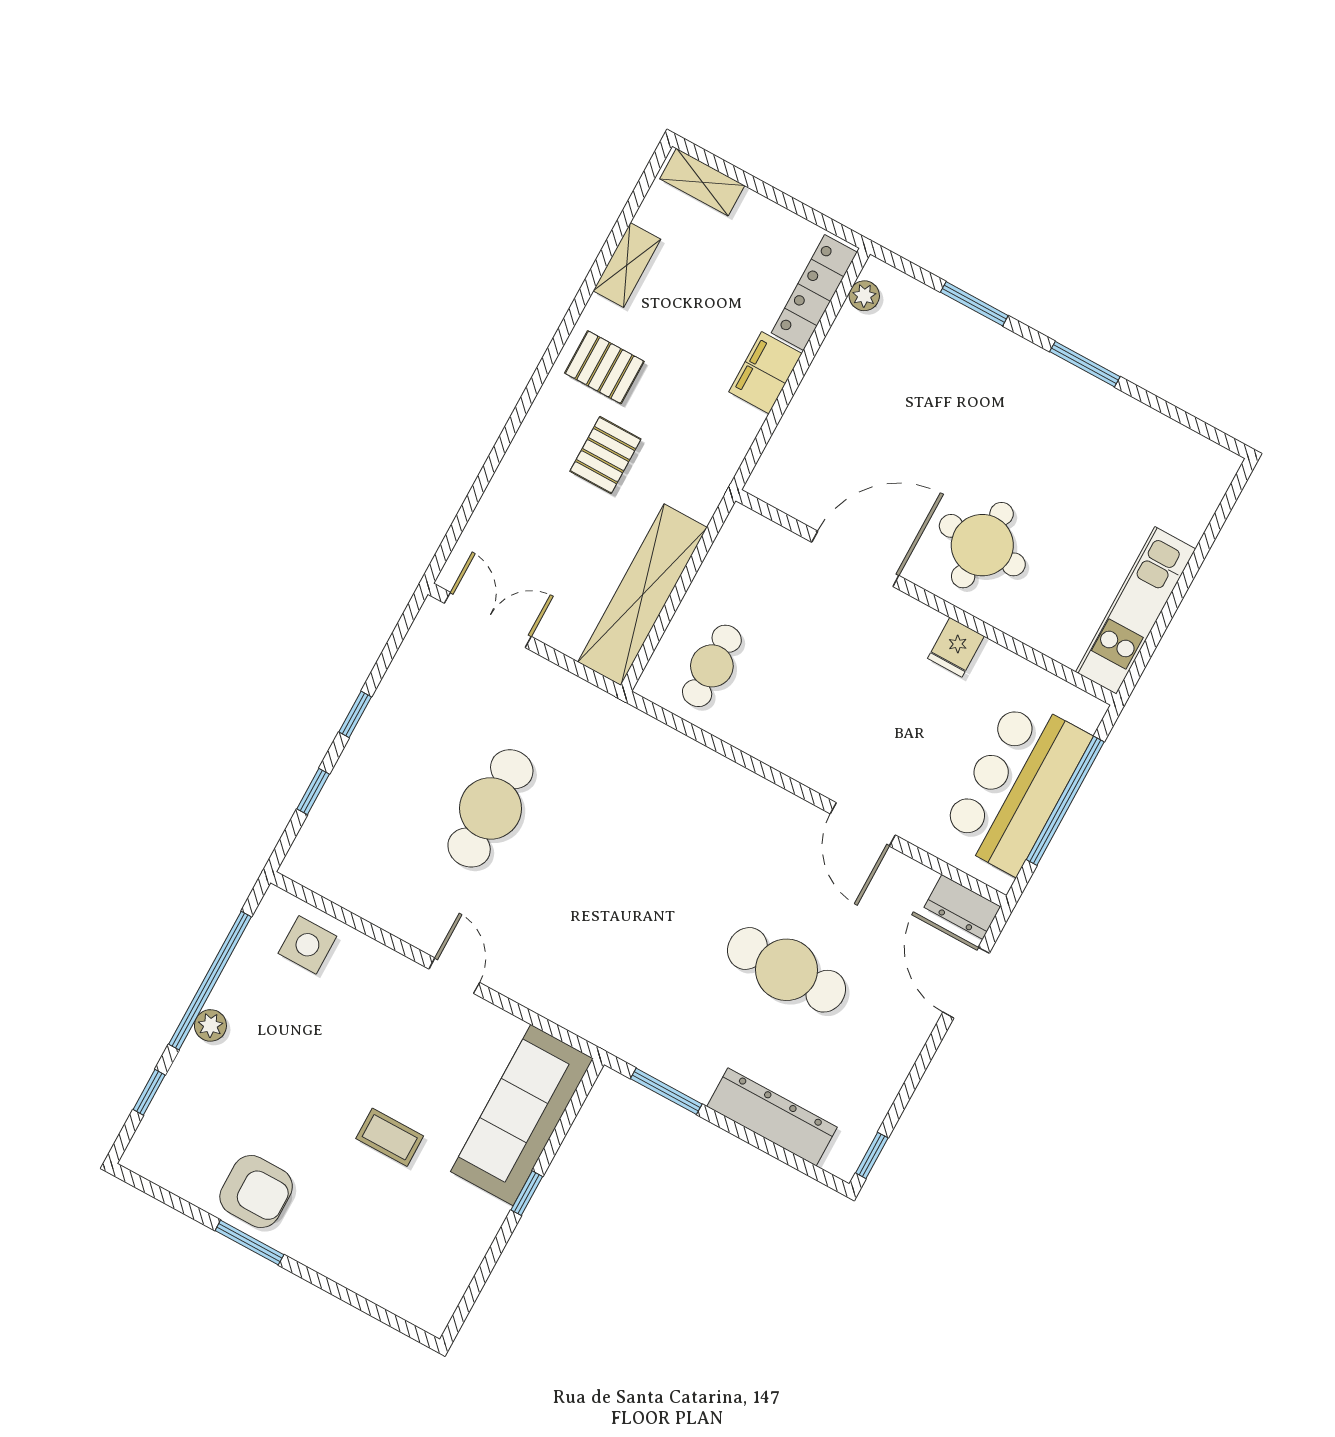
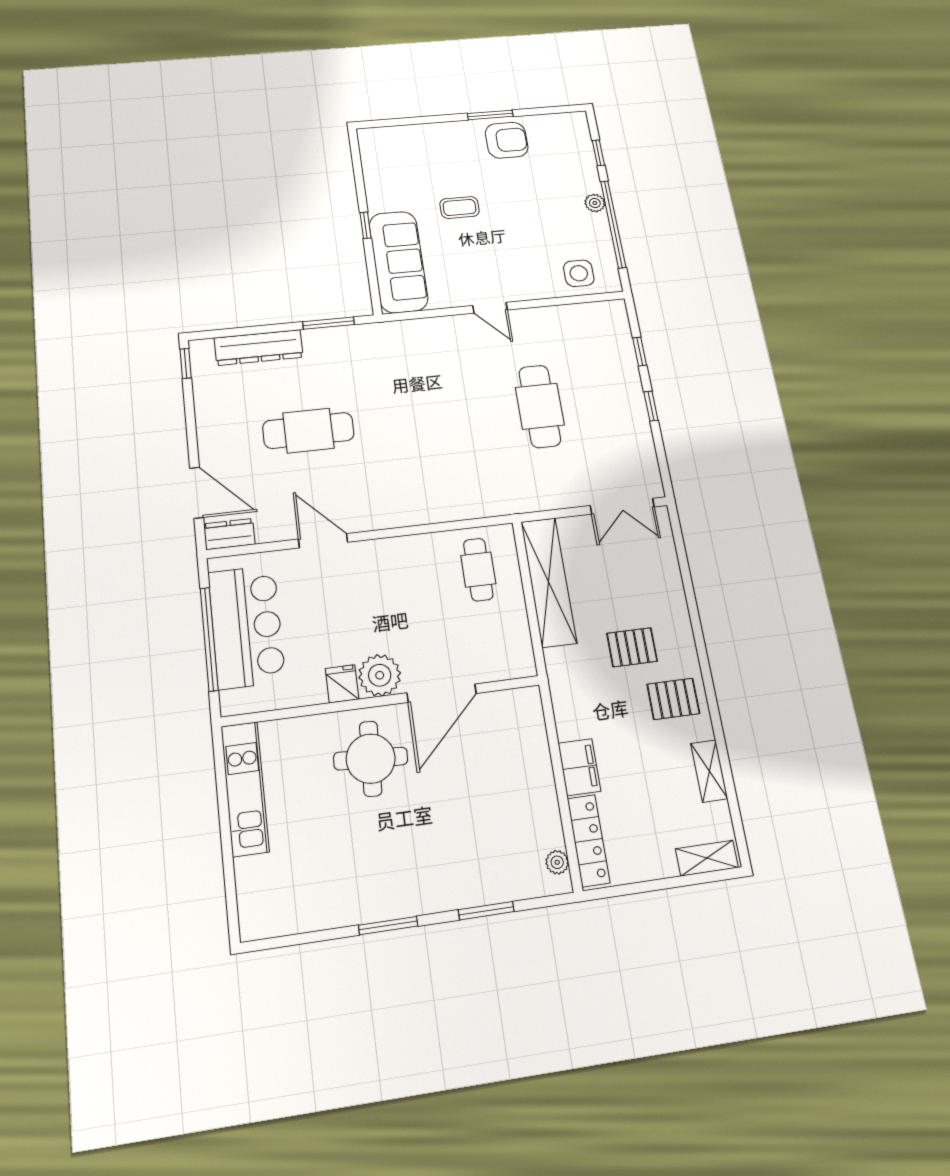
pallet: (605, 455) -> (632, 647), turned 90
plant: (909, 627) -> (380, 675), added
armchair: (256, 1192) -> (507, 140), turned 180

